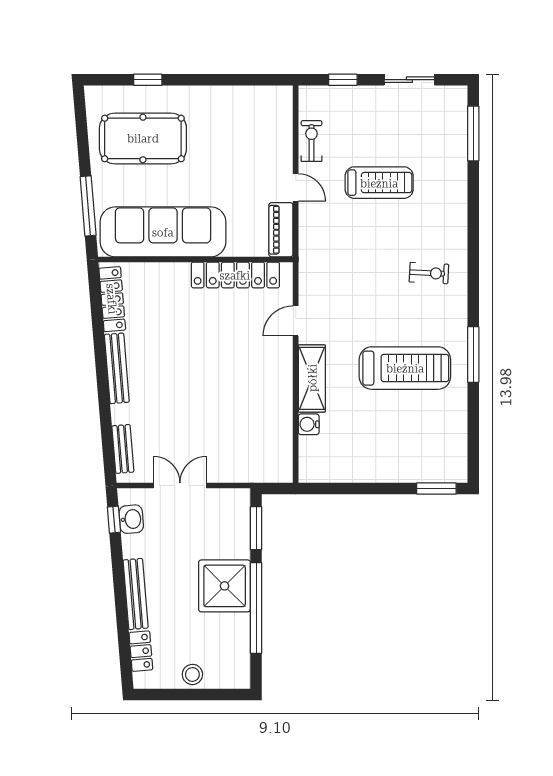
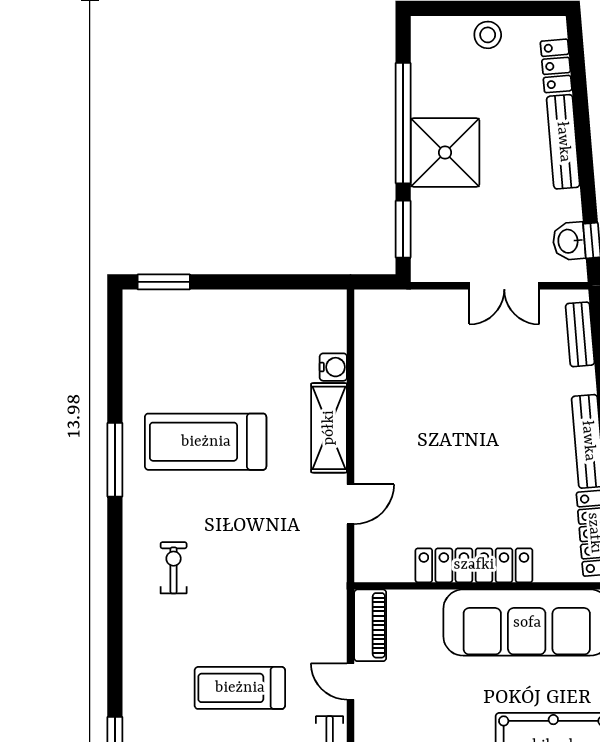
exercise bike: (429, 273) -> (174, 568), turned 87
locker: (235, 275) -> (474, 565), moved

